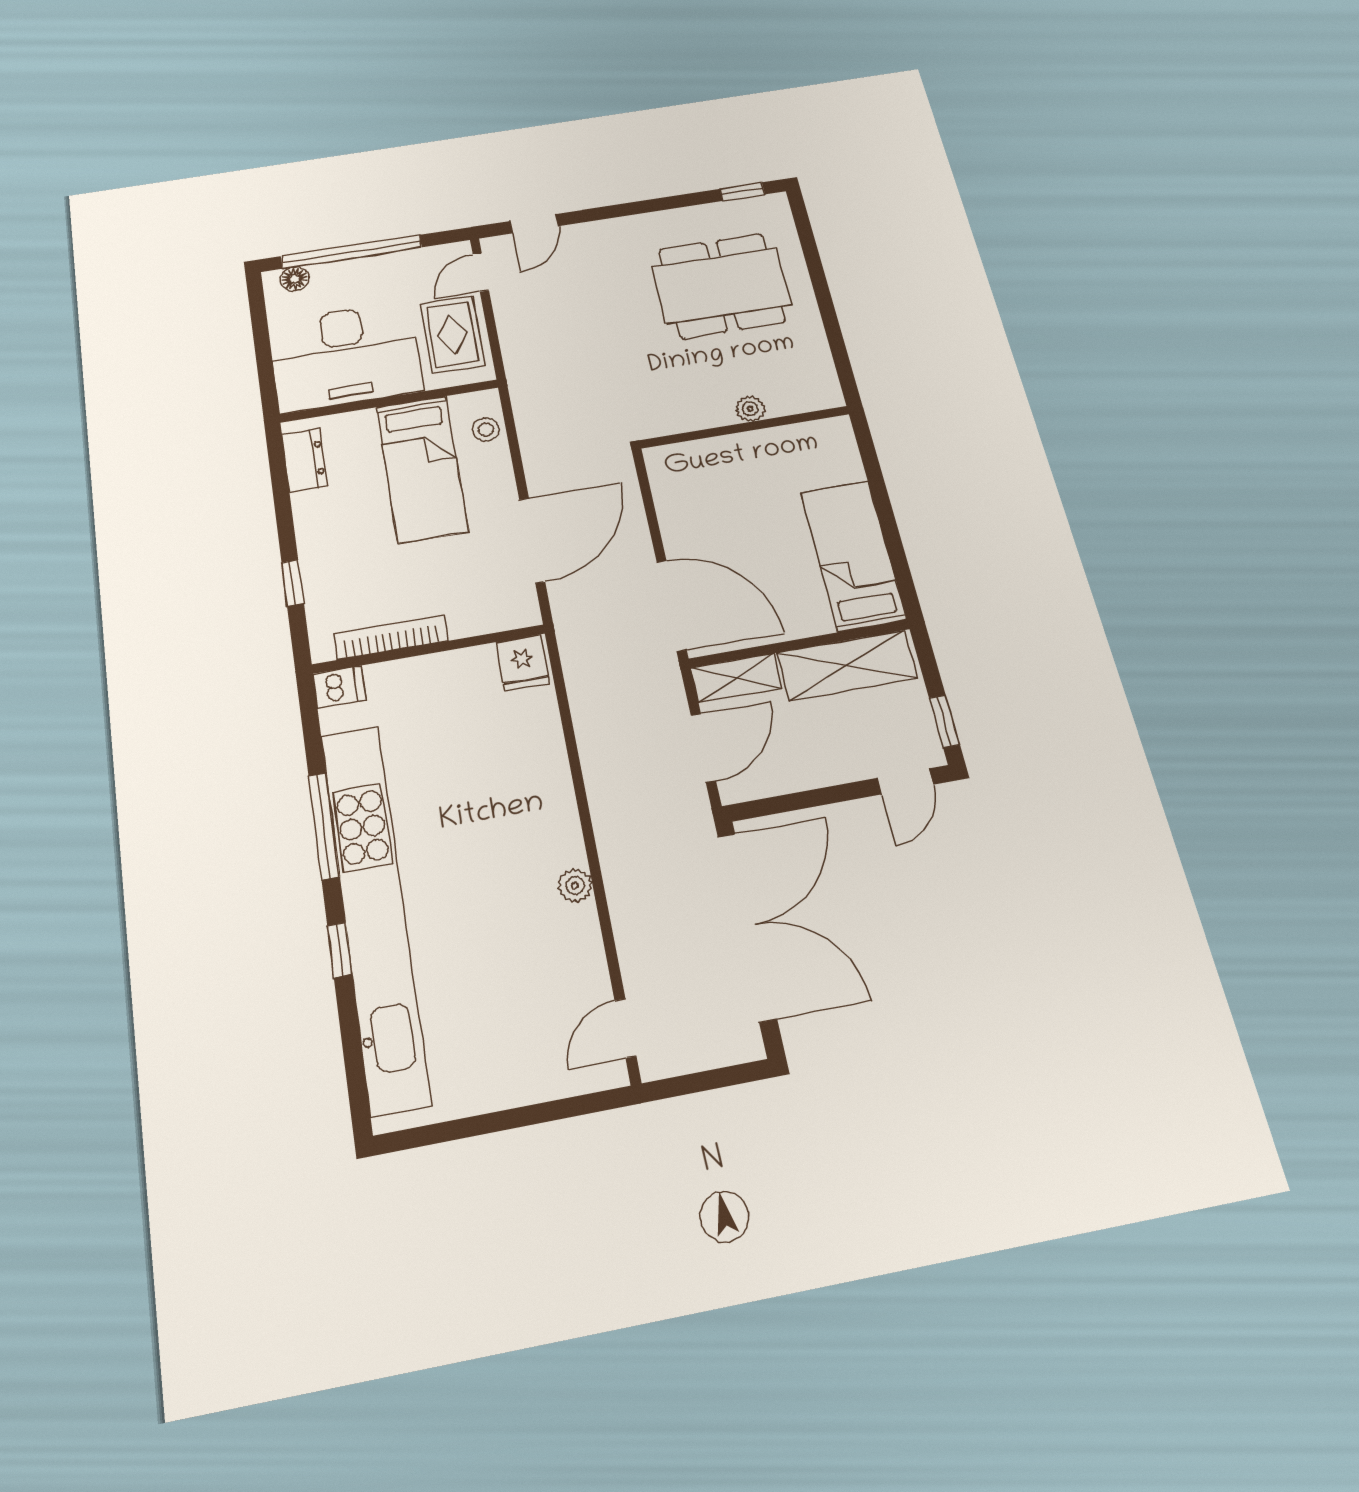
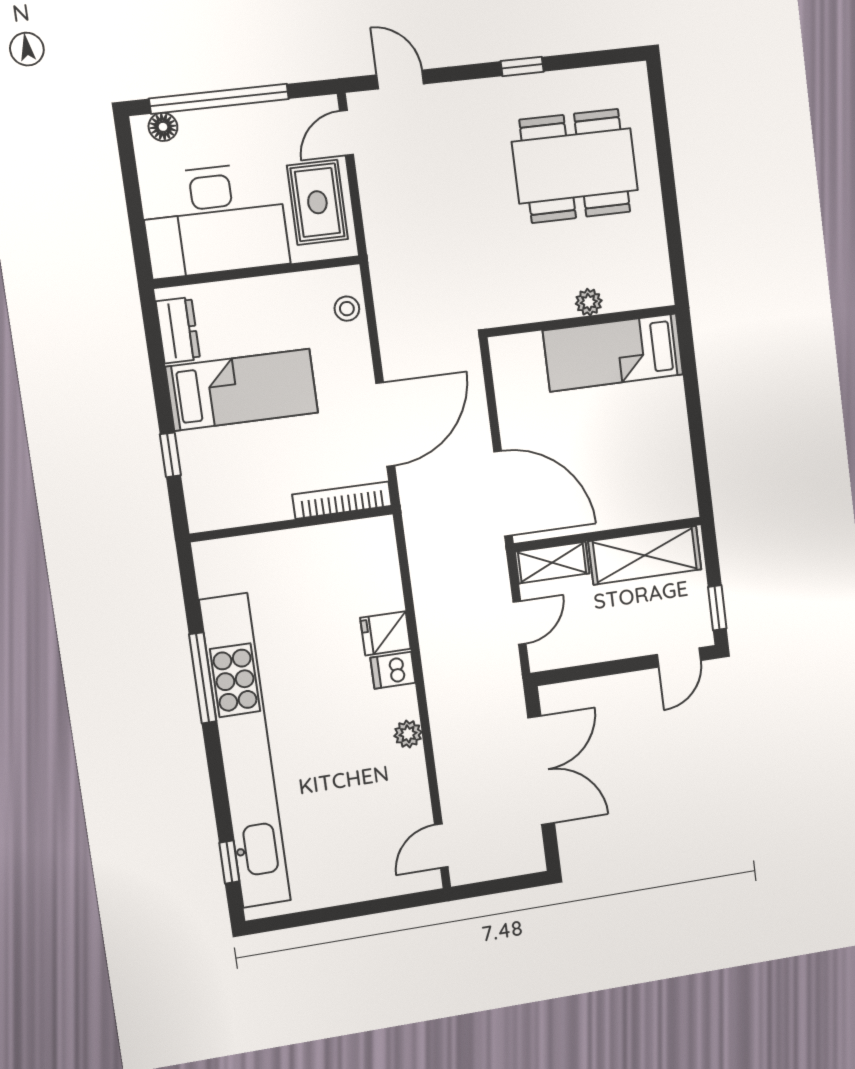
window: (742, 192) -> (522, 66), moved
door: (534, 224) -> (400, 79), swing flipped
bed: (422, 468) -> (242, 390), moved, turned -90
bed: (853, 555) -> (613, 353), moved, turned -90
bookcase: (391, 637) -> (342, 500), moved
fridge: (523, 663) -> (386, 633), moved, turned 90
dishwasher: (339, 687) -> (393, 670), moved, turned 180
door: (703, 748) -> (520, 623), width x0.73
double door: (747, 926) -> (541, 770), width x0.73
window: (340, 950) -> (229, 862), moved

